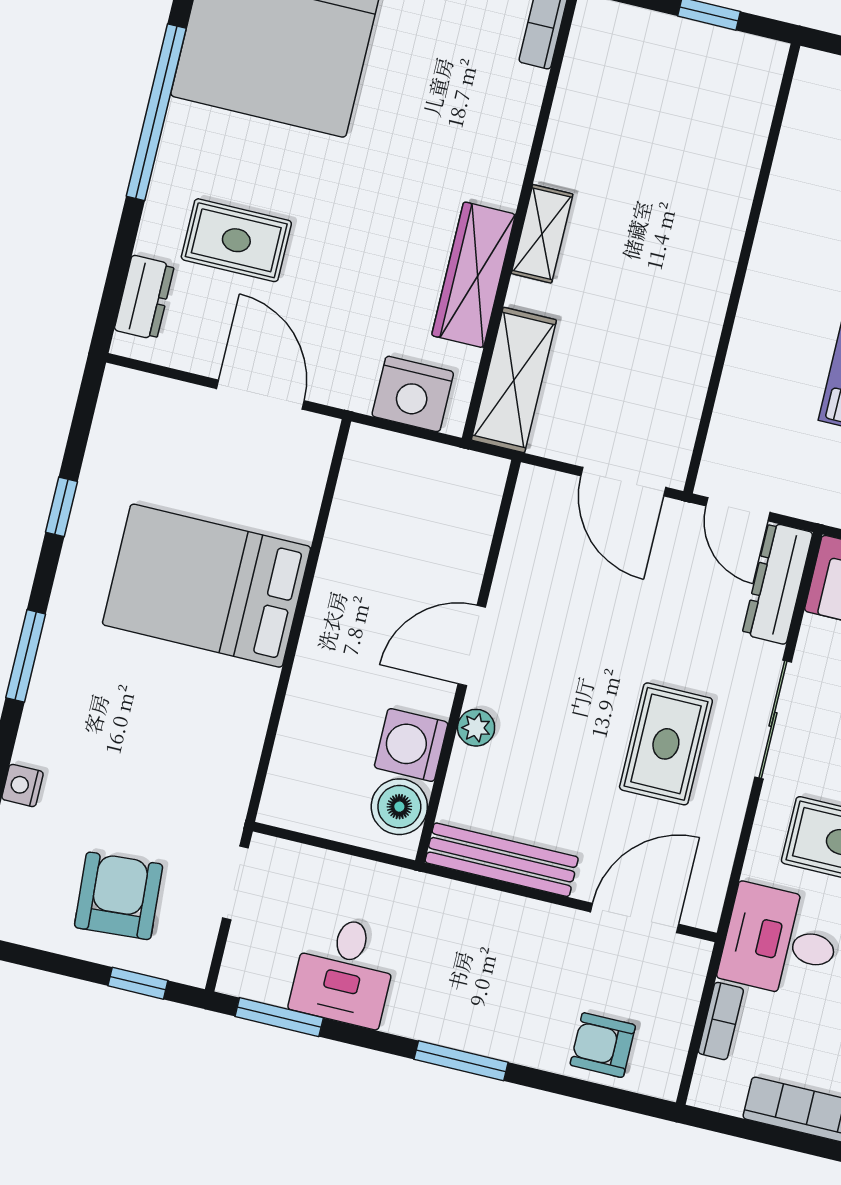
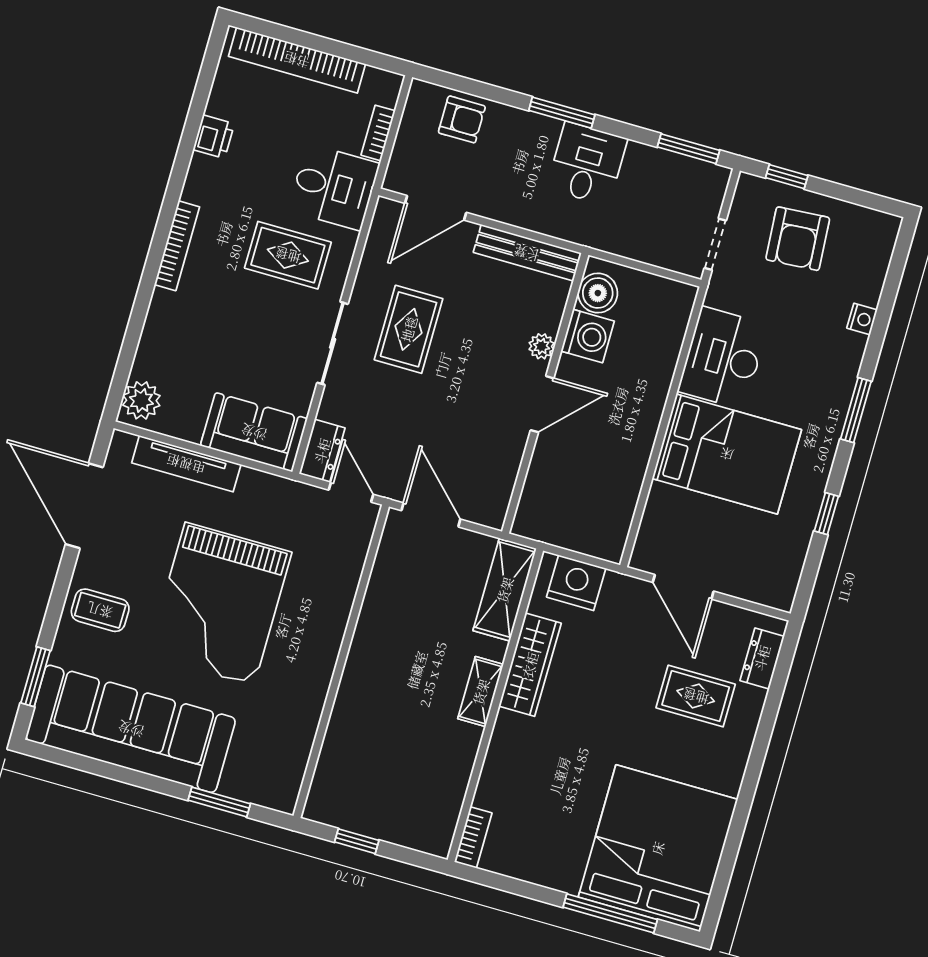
window: (156, 112) -> (748, 788), removed
dresser: (777, 583) -> (322, 451), width x0.70
desk: (218, 722) -> (723, 358), added
desk: (344, 971) -> (587, 164), moved

